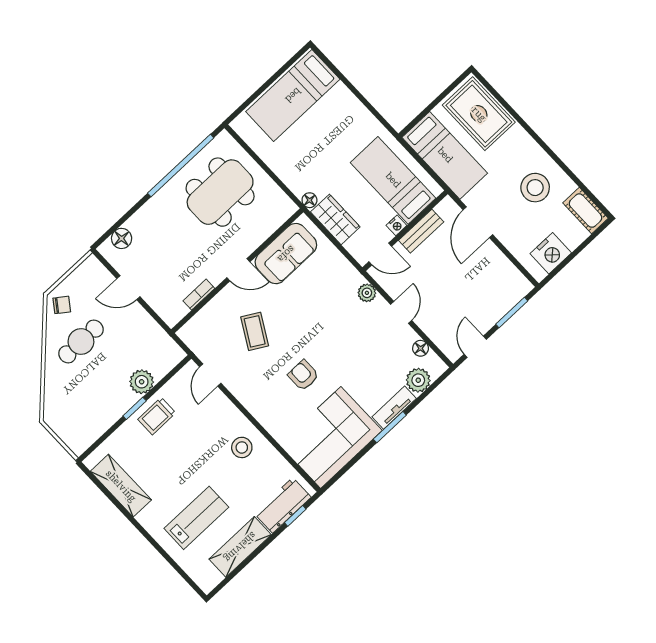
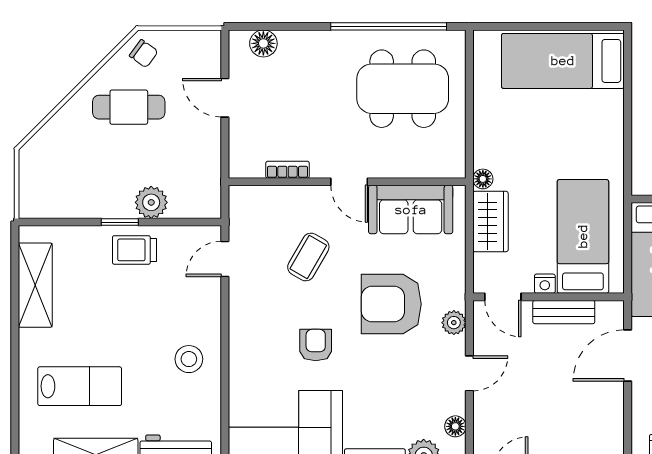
armchair: (324, 315) -> (391, 304), added

